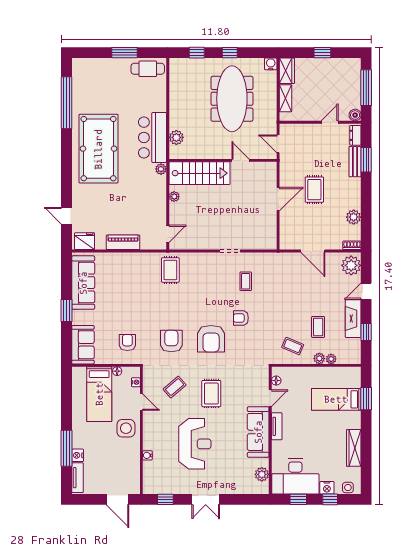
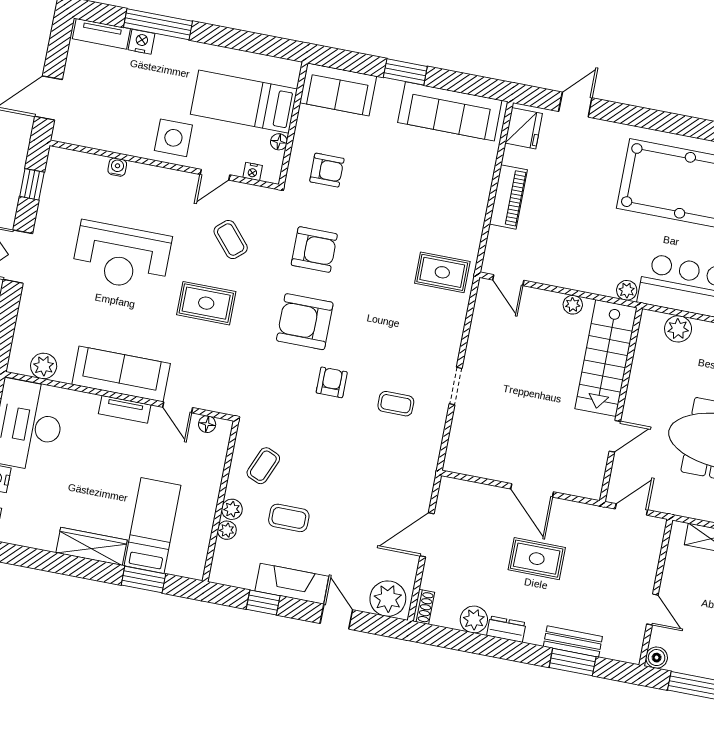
dresser: (355, 135) -> (506, 629), moved
wardrobe: (354, 448) -> (91, 546), moved

